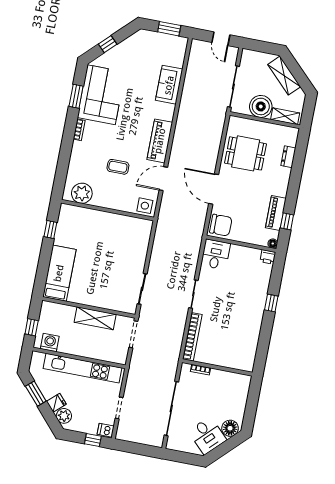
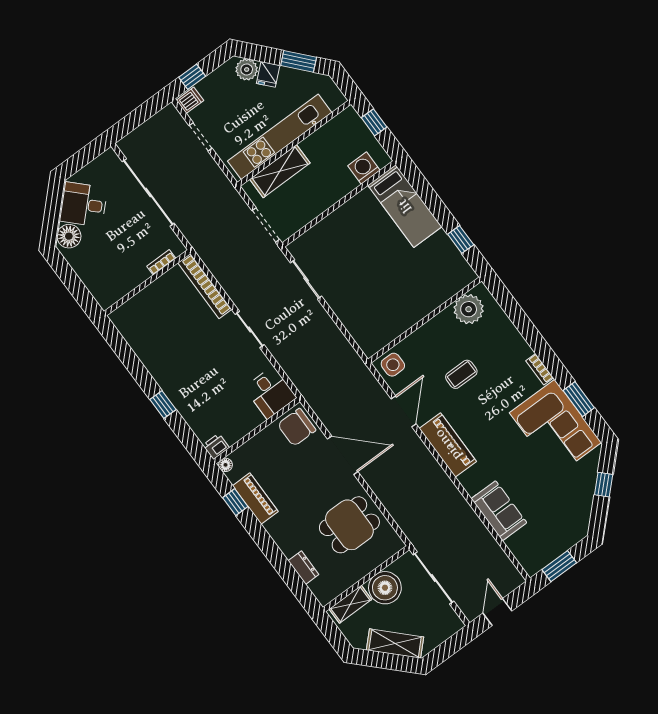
door: (221, 39) -> (497, 612), hinge flipped
shelving: (95, 318) -> (280, 171), moved
washing machine: (50, 342) -> (364, 168), moved, turned 180

